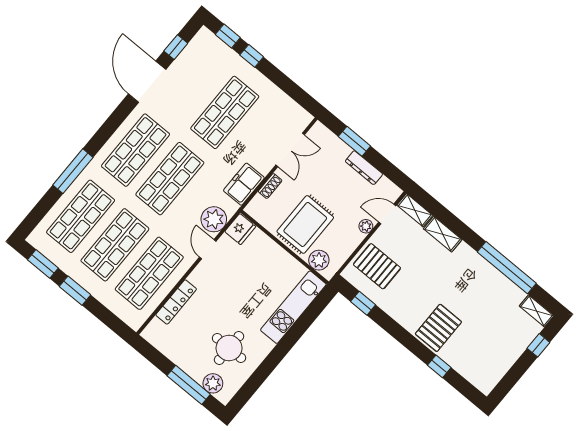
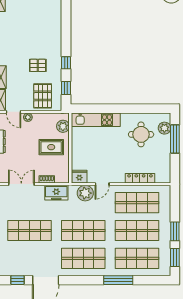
rug: (305, 224) -> (51, 147), width x0.73, depth x0.70
pallet: (438, 328) -> (38, 65), moved, width x0.67, depth x0.71
window: (439, 366) -> (66, 63), moved

